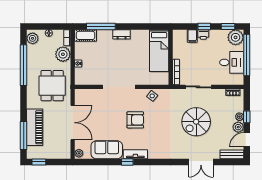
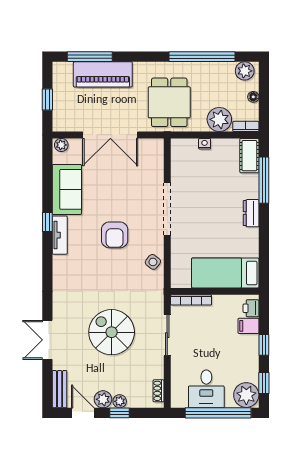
printer: (203, 34) -> (251, 308), moved
dining table: (52, 86) -> (169, 102), turned 90
window: (39, 162) -> (47, 100), moved

